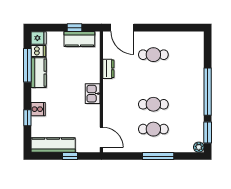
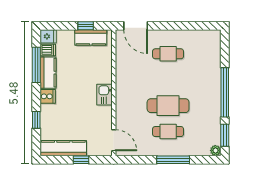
dresser: (108, 69) -> (121, 69), removed
cafe table: (153, 104) -> (168, 106), width x1.37, depth x1.35
cooker: (38, 109) -> (48, 96), moved

